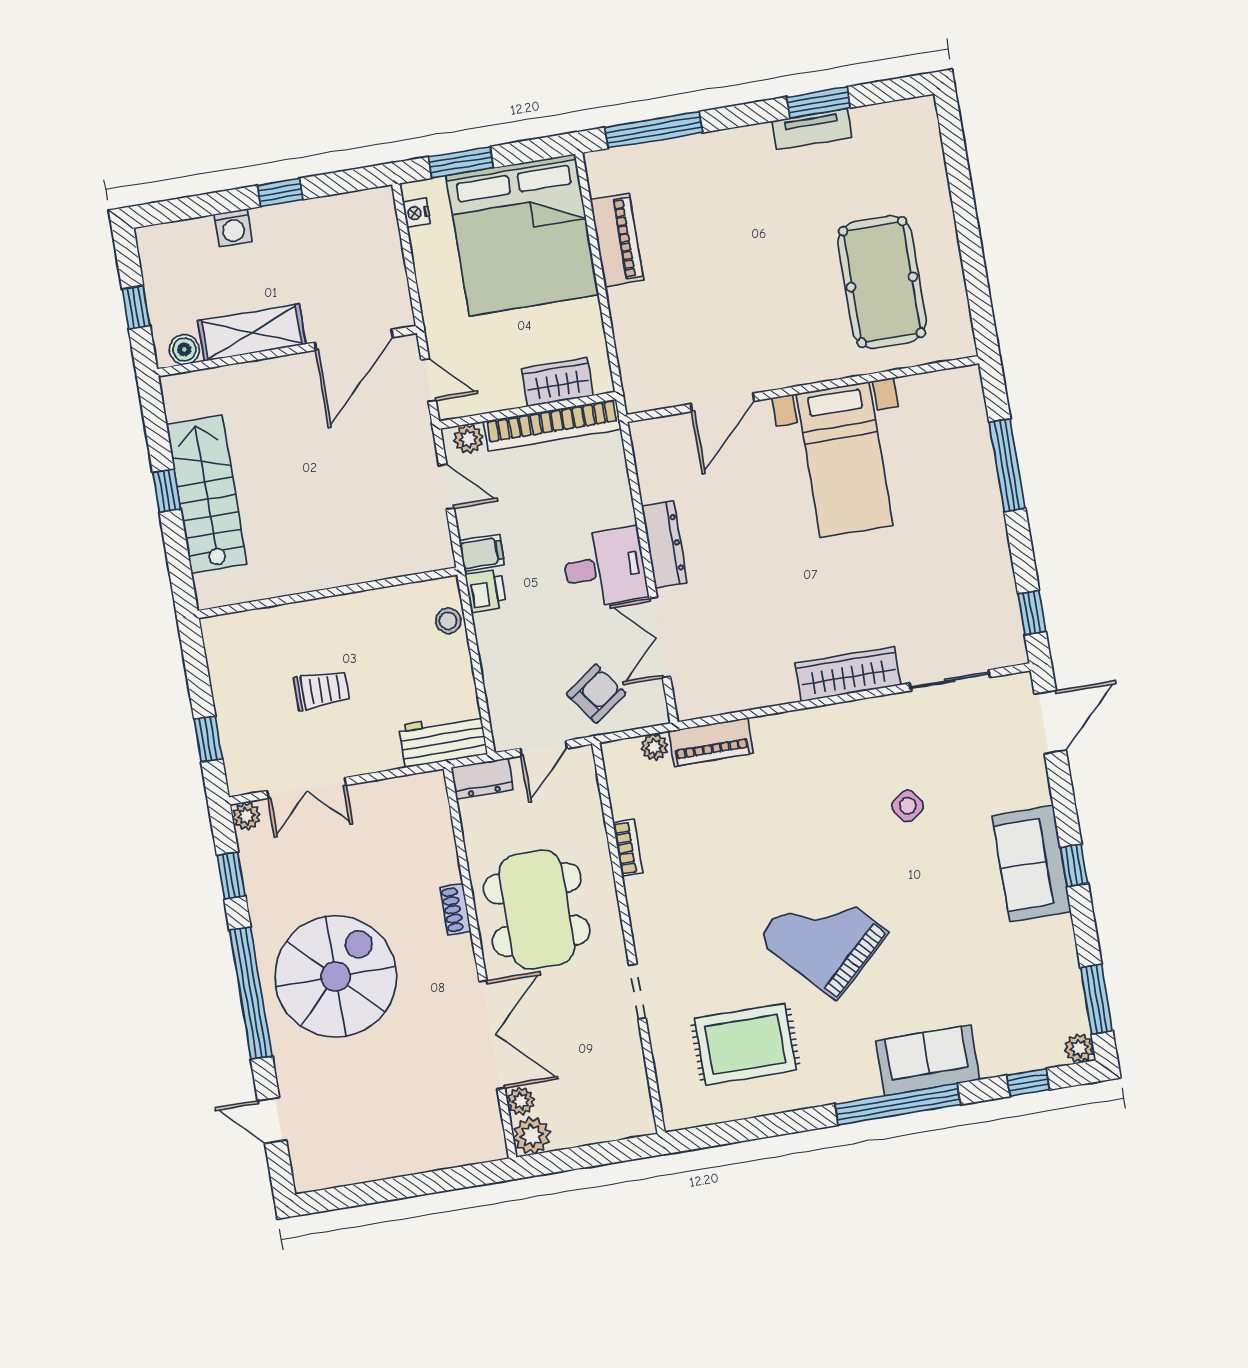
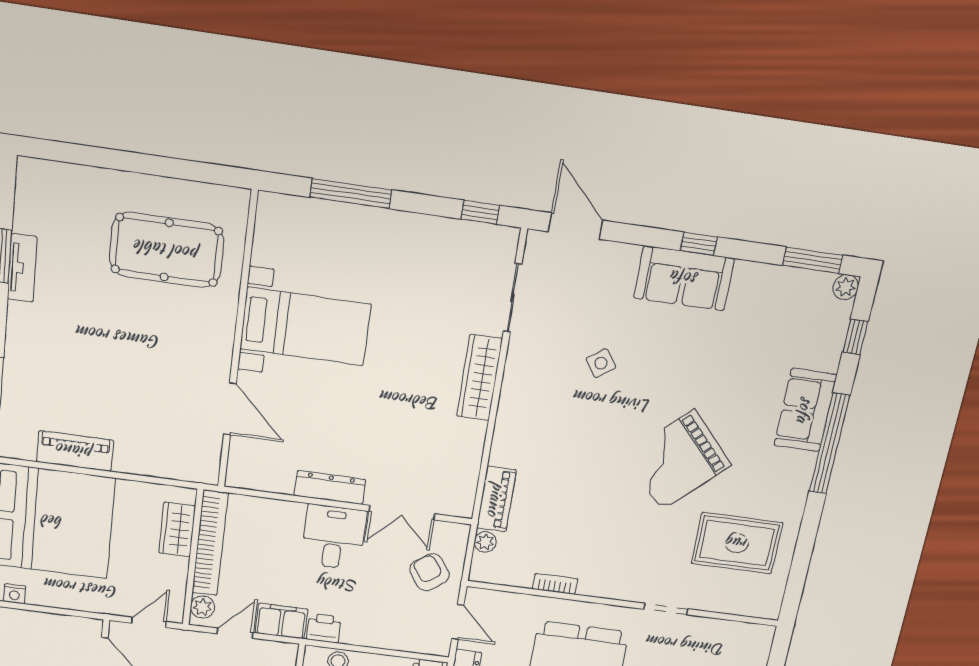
filing cabinet: (482, 553) -> (281, 621), width x2.00
rug: (745, 1044) -> (737, 543), turned 90

